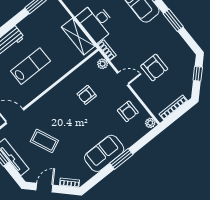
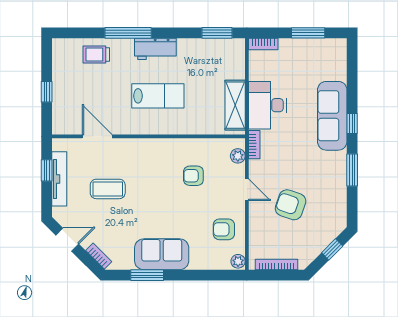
armchair: (154, 68) -> (291, 205), turned 109
armchair: (128, 111) -> (224, 229), turned 90
coffee table: (44, 141) -> (108, 189), turned -66
window: (121, 159) -> (147, 275), moved

